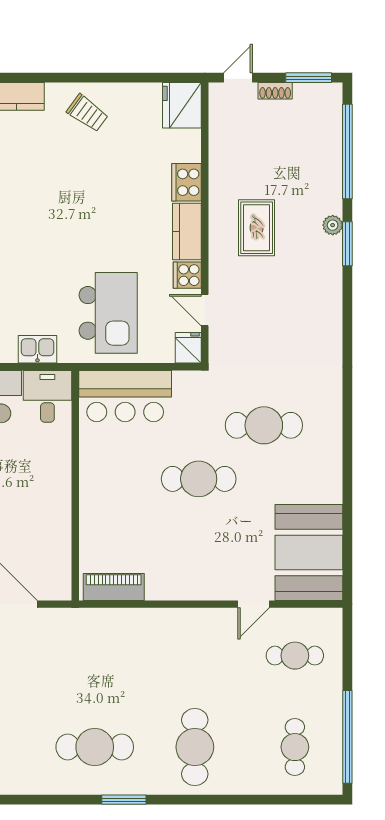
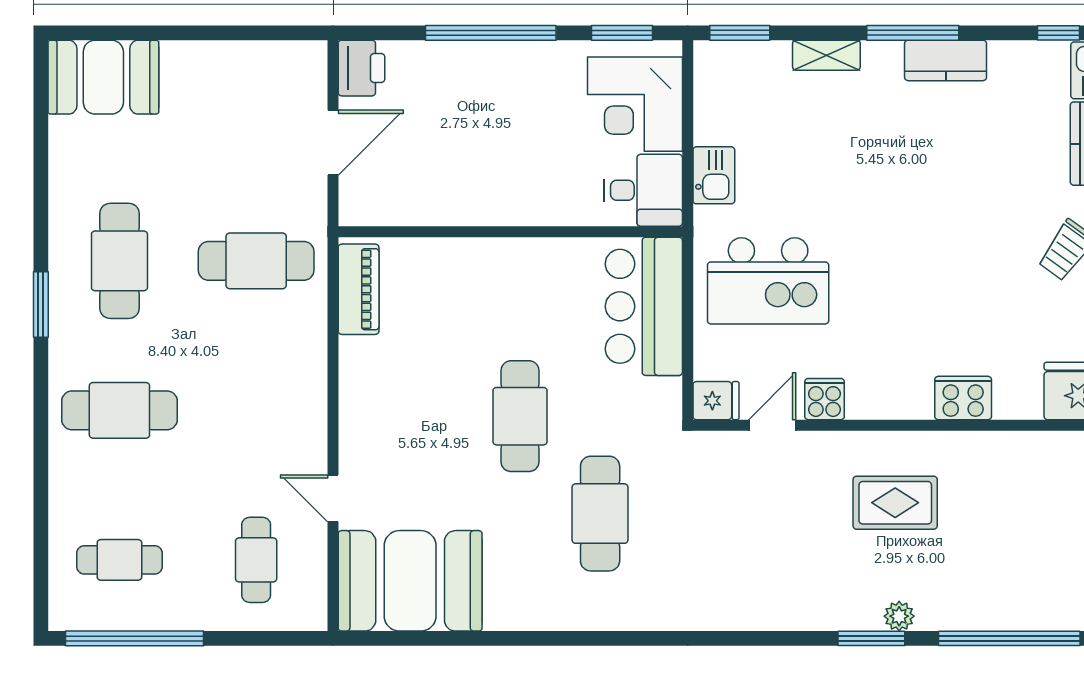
kitchen counter: (187, 232) -> (890, 399), removed
cafe table: (95, 656) -> (256, 261), added

